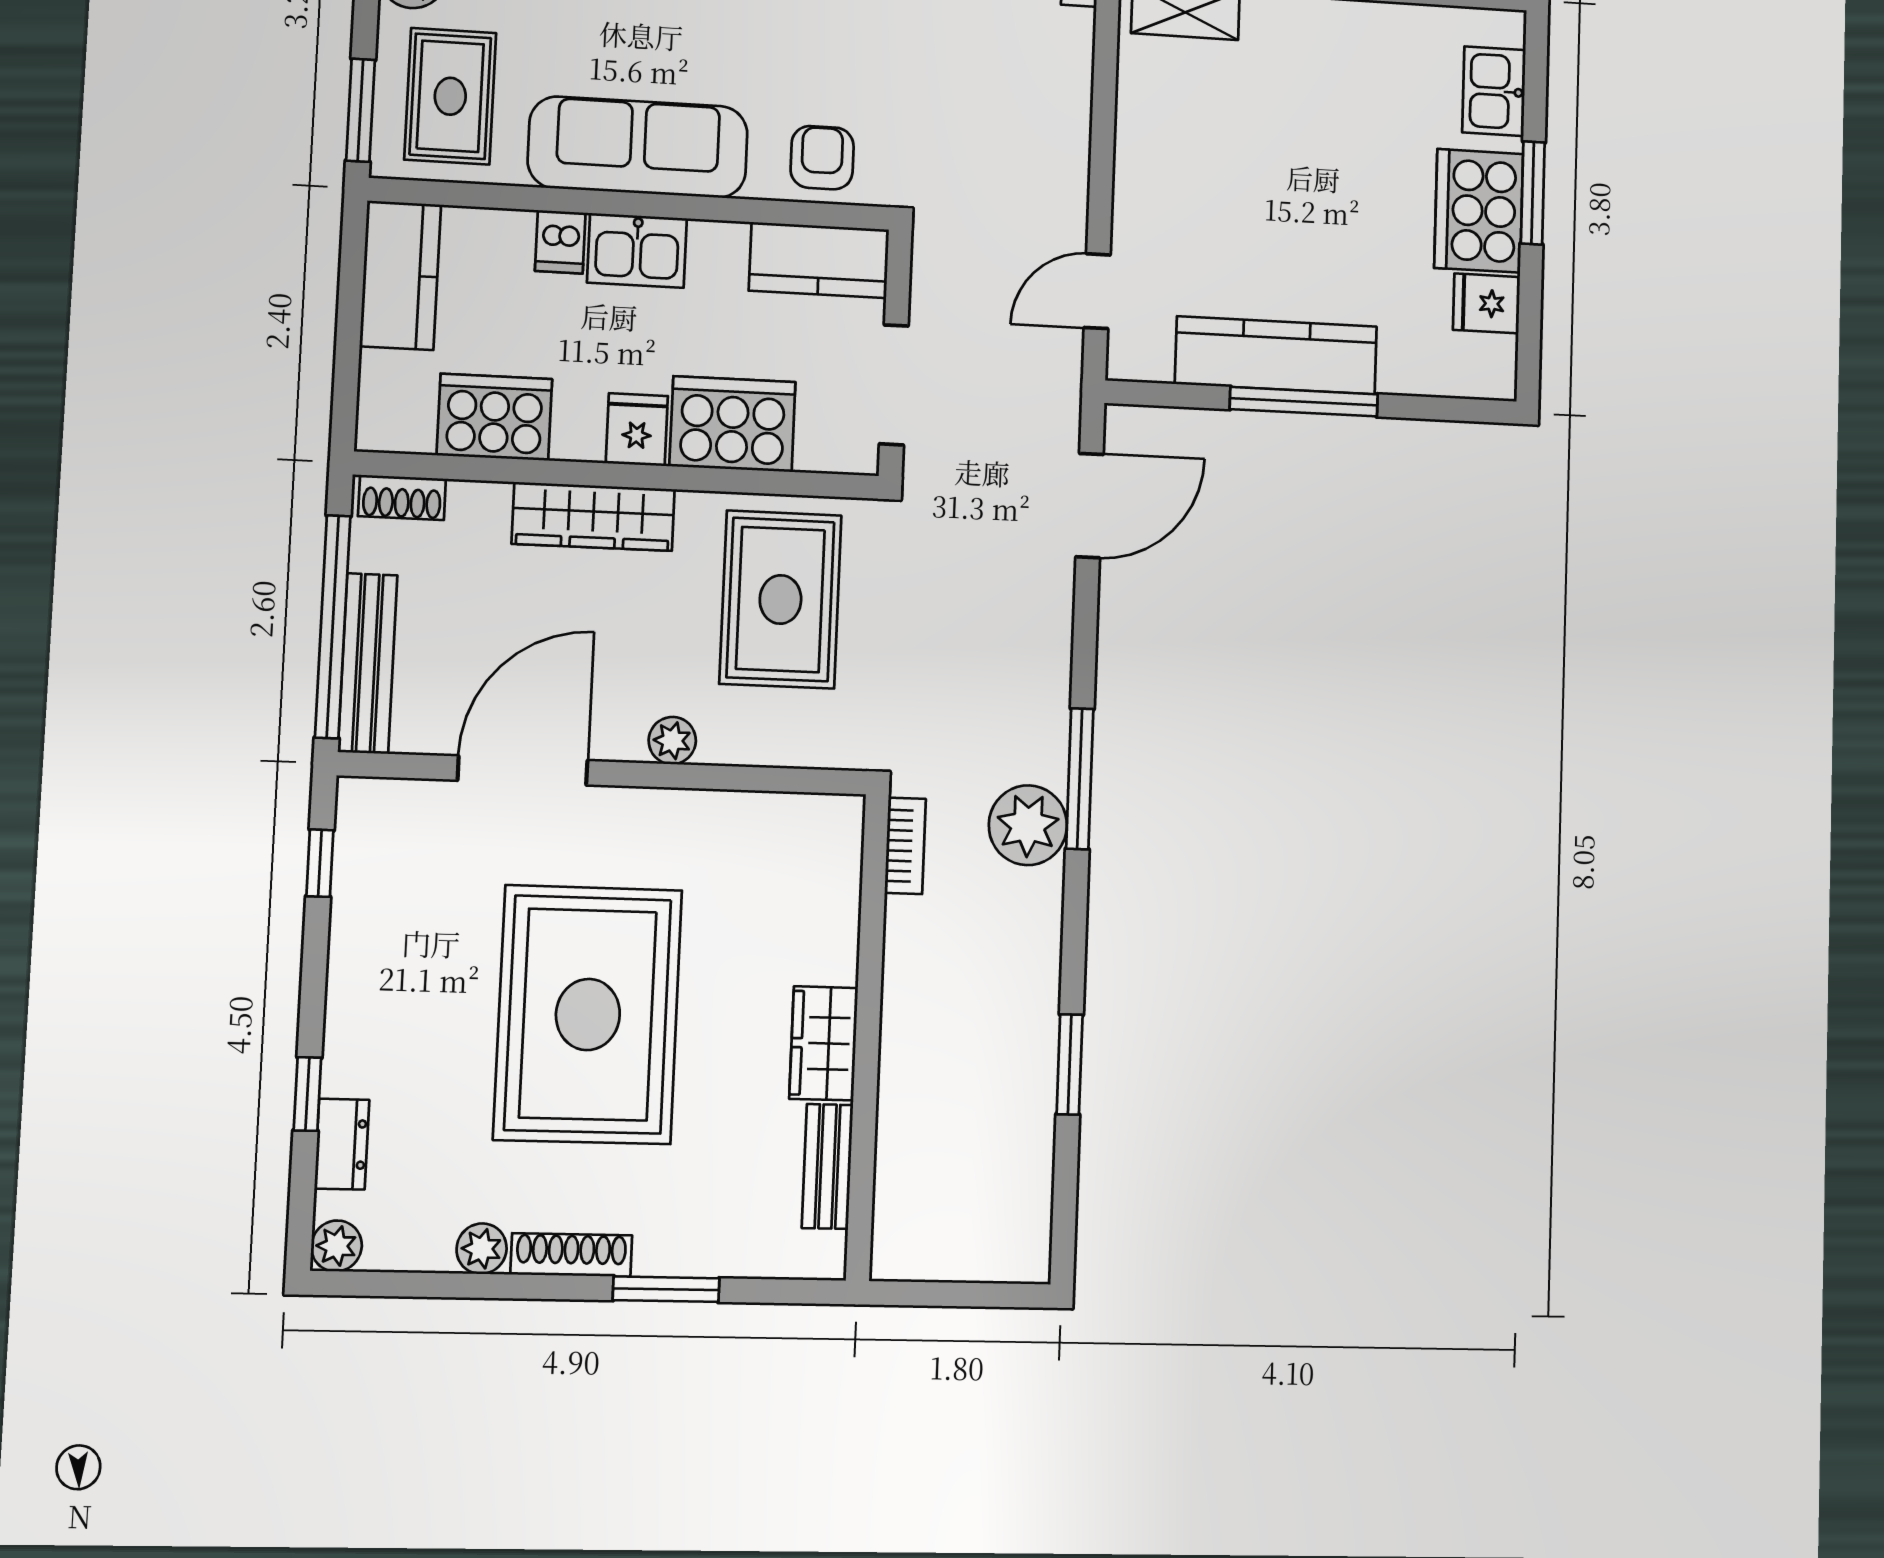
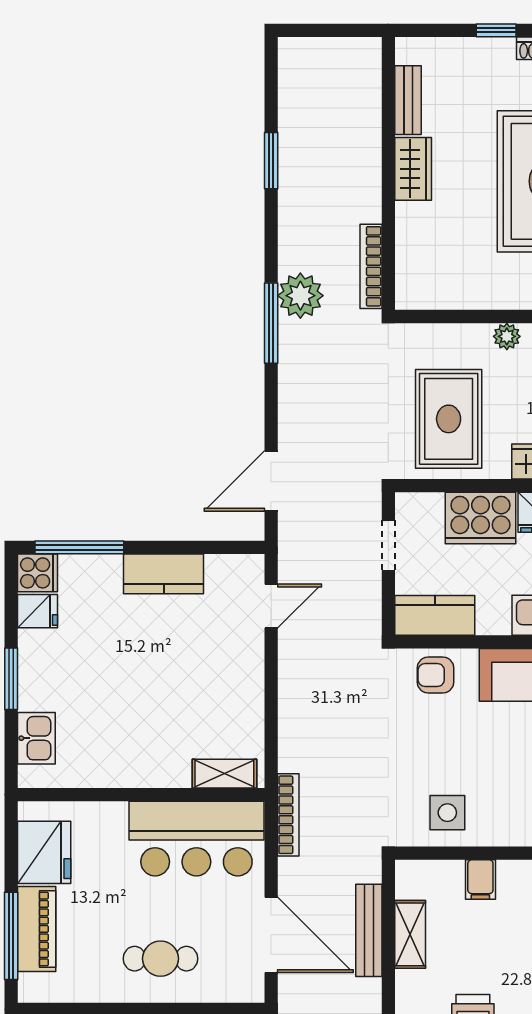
armchair: (822, 158) -> (435, 675), turned 90
cooker: (1479, 211) -> (38, 573), moved, width x0.53, depth x0.76
kitchen counter: (1276, 355) -> (164, 574), width x0.67
doorway: (894, 385) -> (388, 545), width x0.73
window: (1304, 402) -> (79, 547), moved
bookcase: (905, 846) -> (371, 266), width x1.56
window: (666, 1289) -> (496, 30), width x0.67

